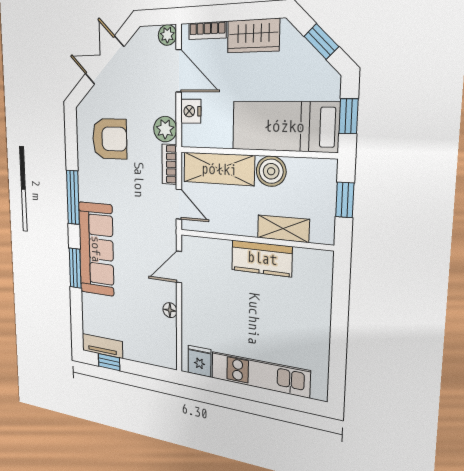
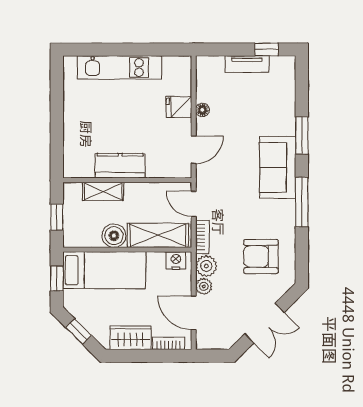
plant: (167, 35) -> (204, 286), moved
nightstand: (191, 111) -> (176, 260), moved, turned -90
sofa: (96, 249) -> (278, 167), width x0.73
tv unit: (102, 346) -> (247, 64), moved
fridge: (199, 361) -> (179, 107), moved, turned 90

